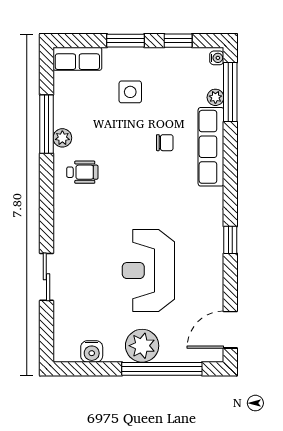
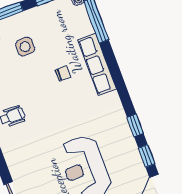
plant: (215, 97) -> (87, 28), removed
window: (230, 283) -> (147, 156), added

